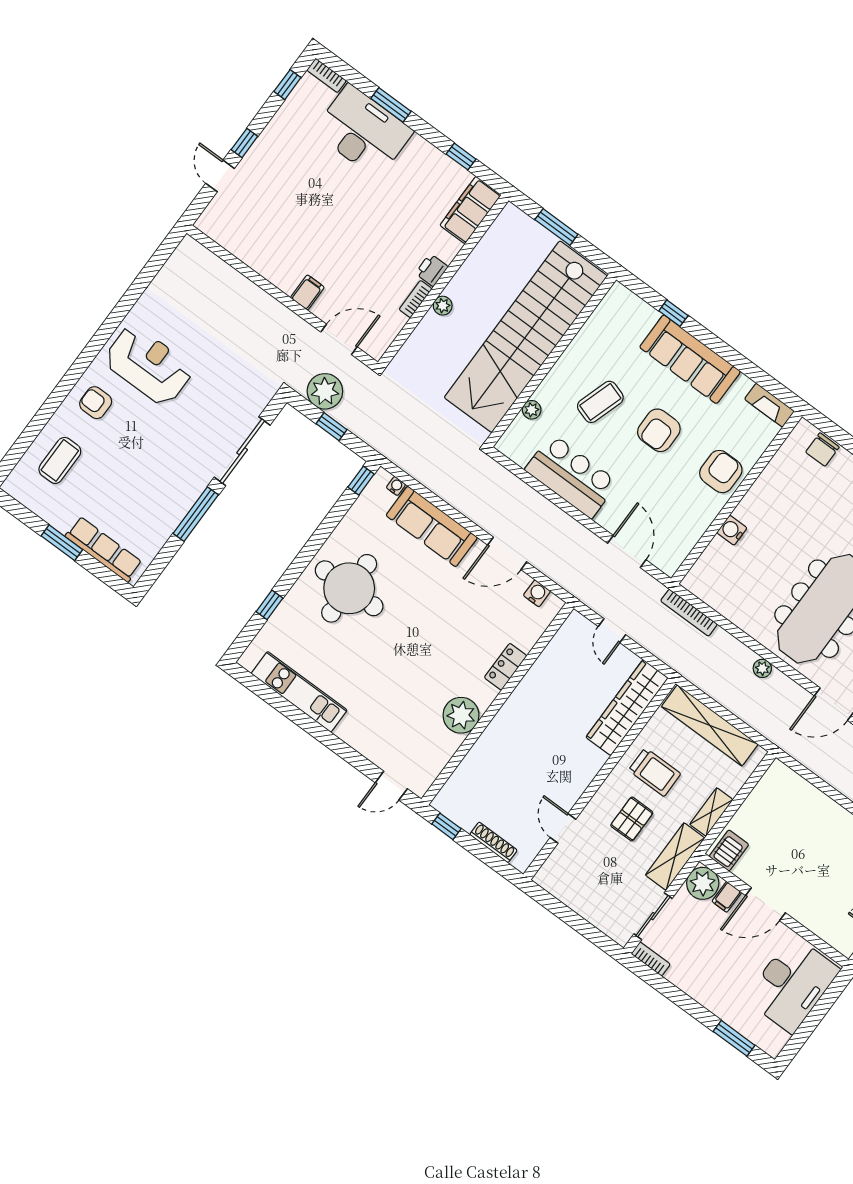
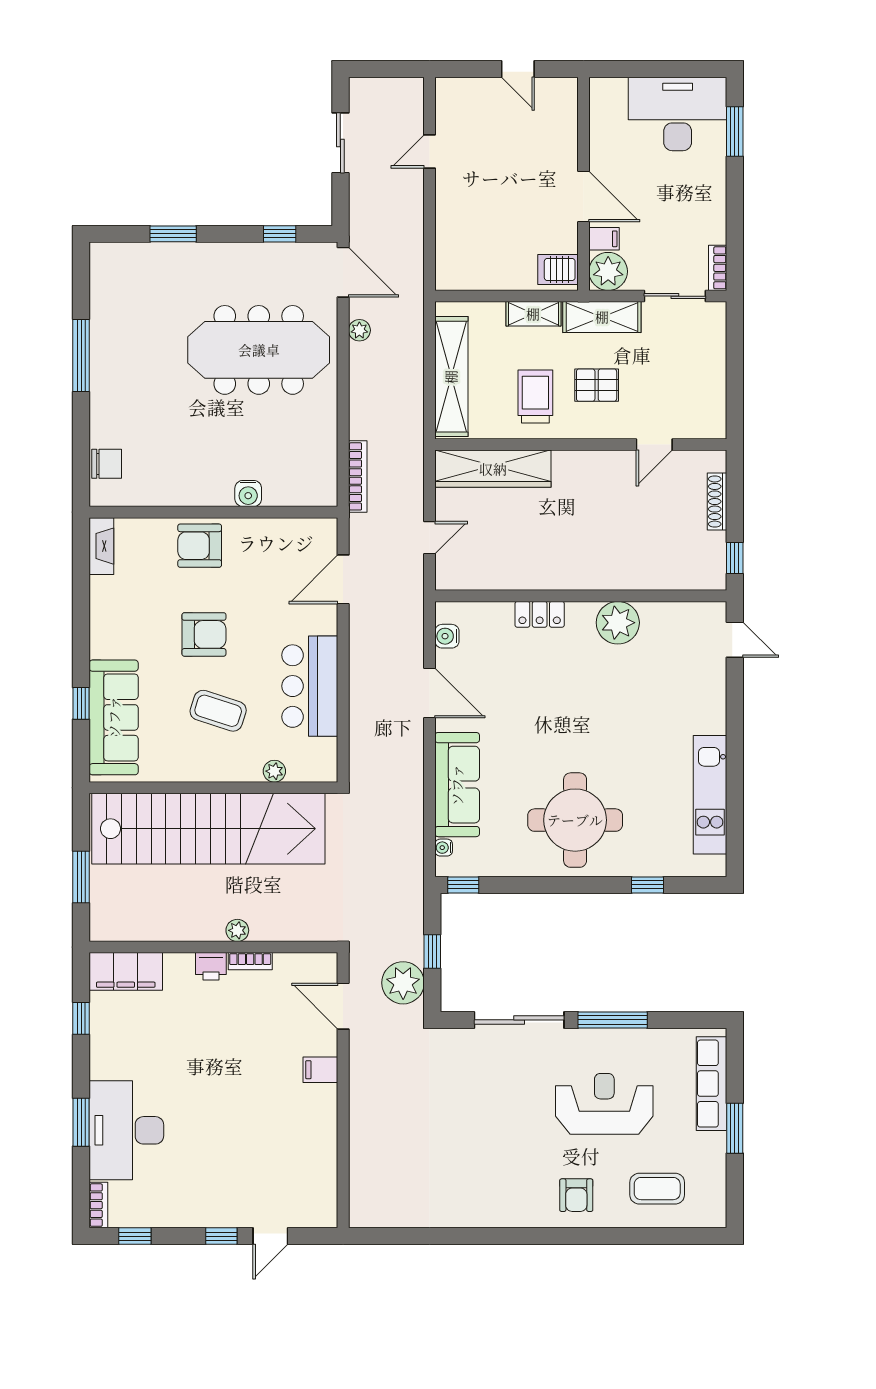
sofa: (690, 359) -> (114, 717), moved
reception desk: (149, 365) -> (604, 1104), moved, turned 90
plant: (762, 668) -> (359, 330), moved
desk: (792, 984) -> (678, 114), moved

